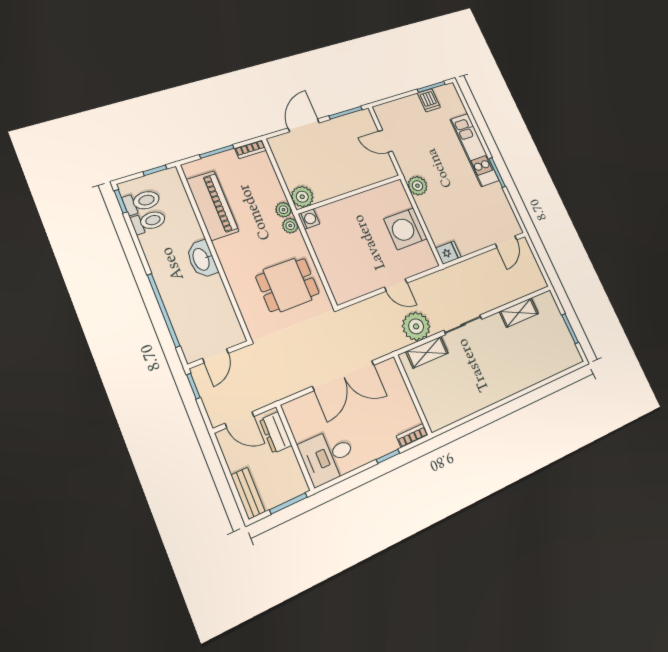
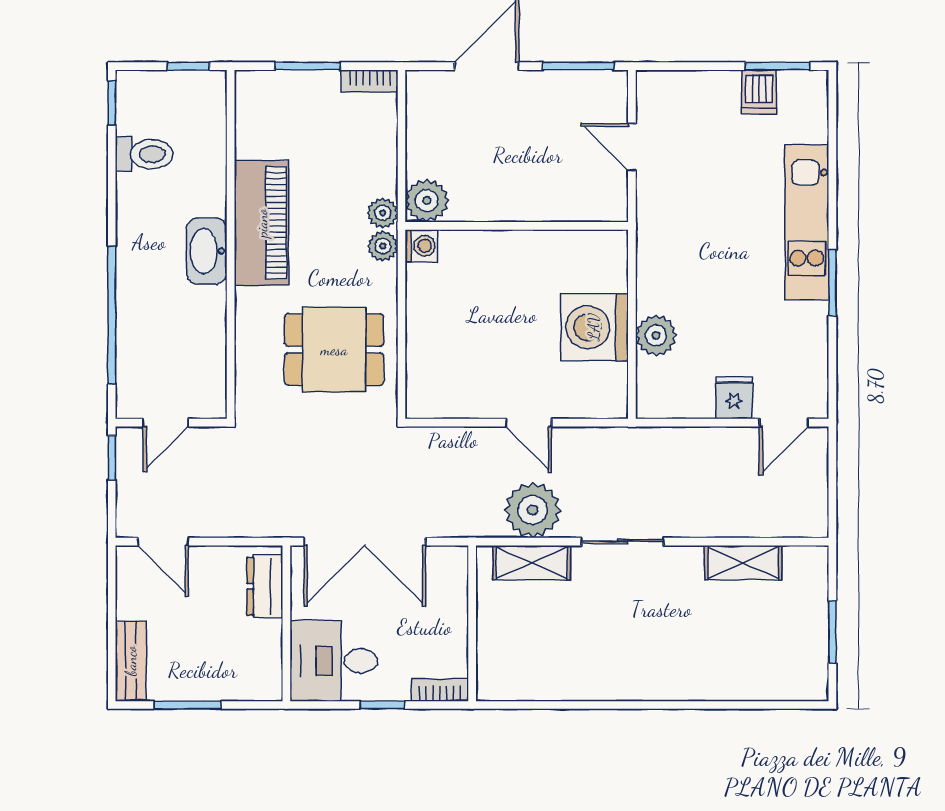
plant: (417, 186) -> (656, 335), moved
toilet: (142, 202) -> (146, 115), removed
piano: (212, 206) -> (262, 223), moved
fridge: (448, 253) -> (734, 398), moved, turned -90
dresser: (276, 432) -> (265, 586), moved
wall: (295, 447) -> (286, 623), moved
desk: (328, 456) -> (334, 661), moved

